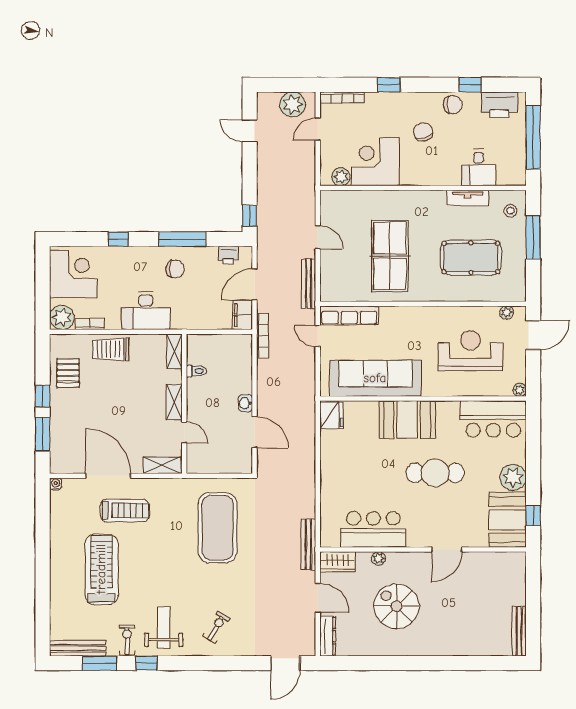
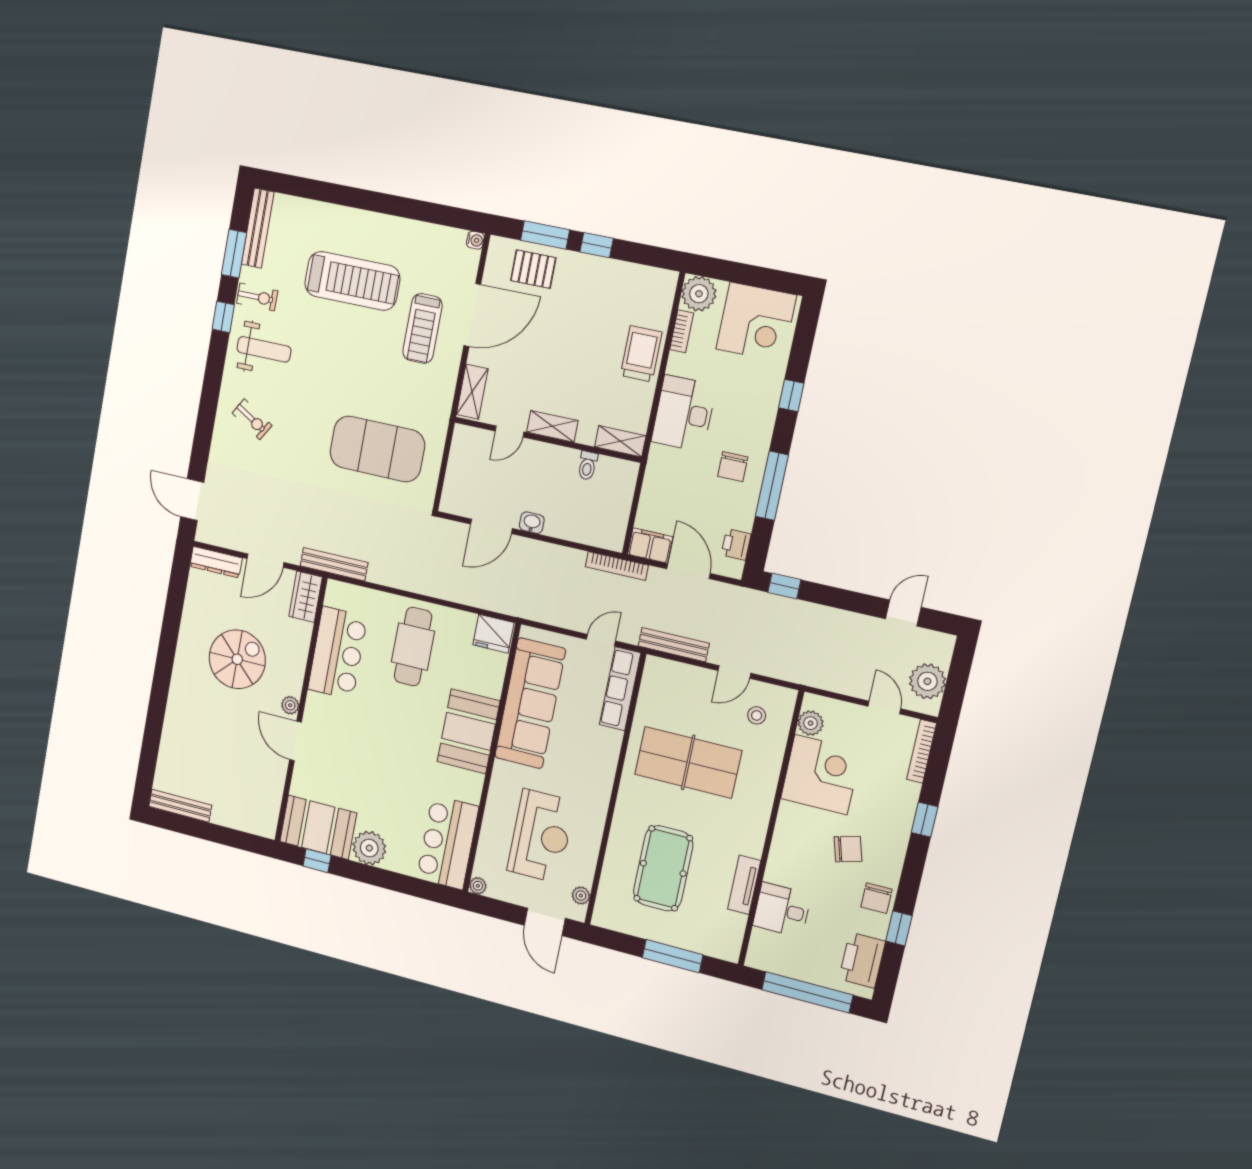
stool: (510, 211) -> (757, 715), moved
pallet: (68, 373) -> (533, 269), moved
cafe table: (435, 473) -> (413, 647), moved
plant: (378, 558) -> (290, 705), moved

